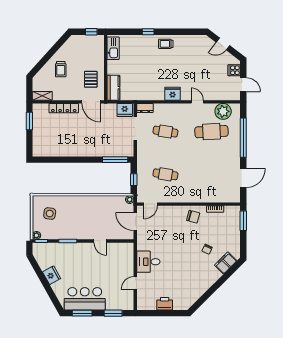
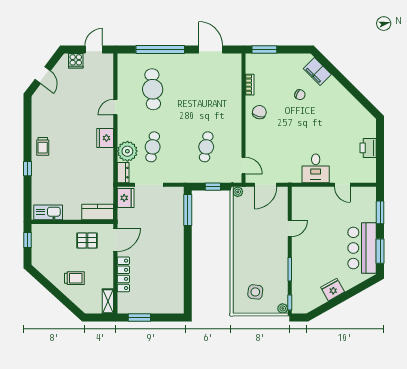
plant: (223, 111) -> (127, 151), moved

